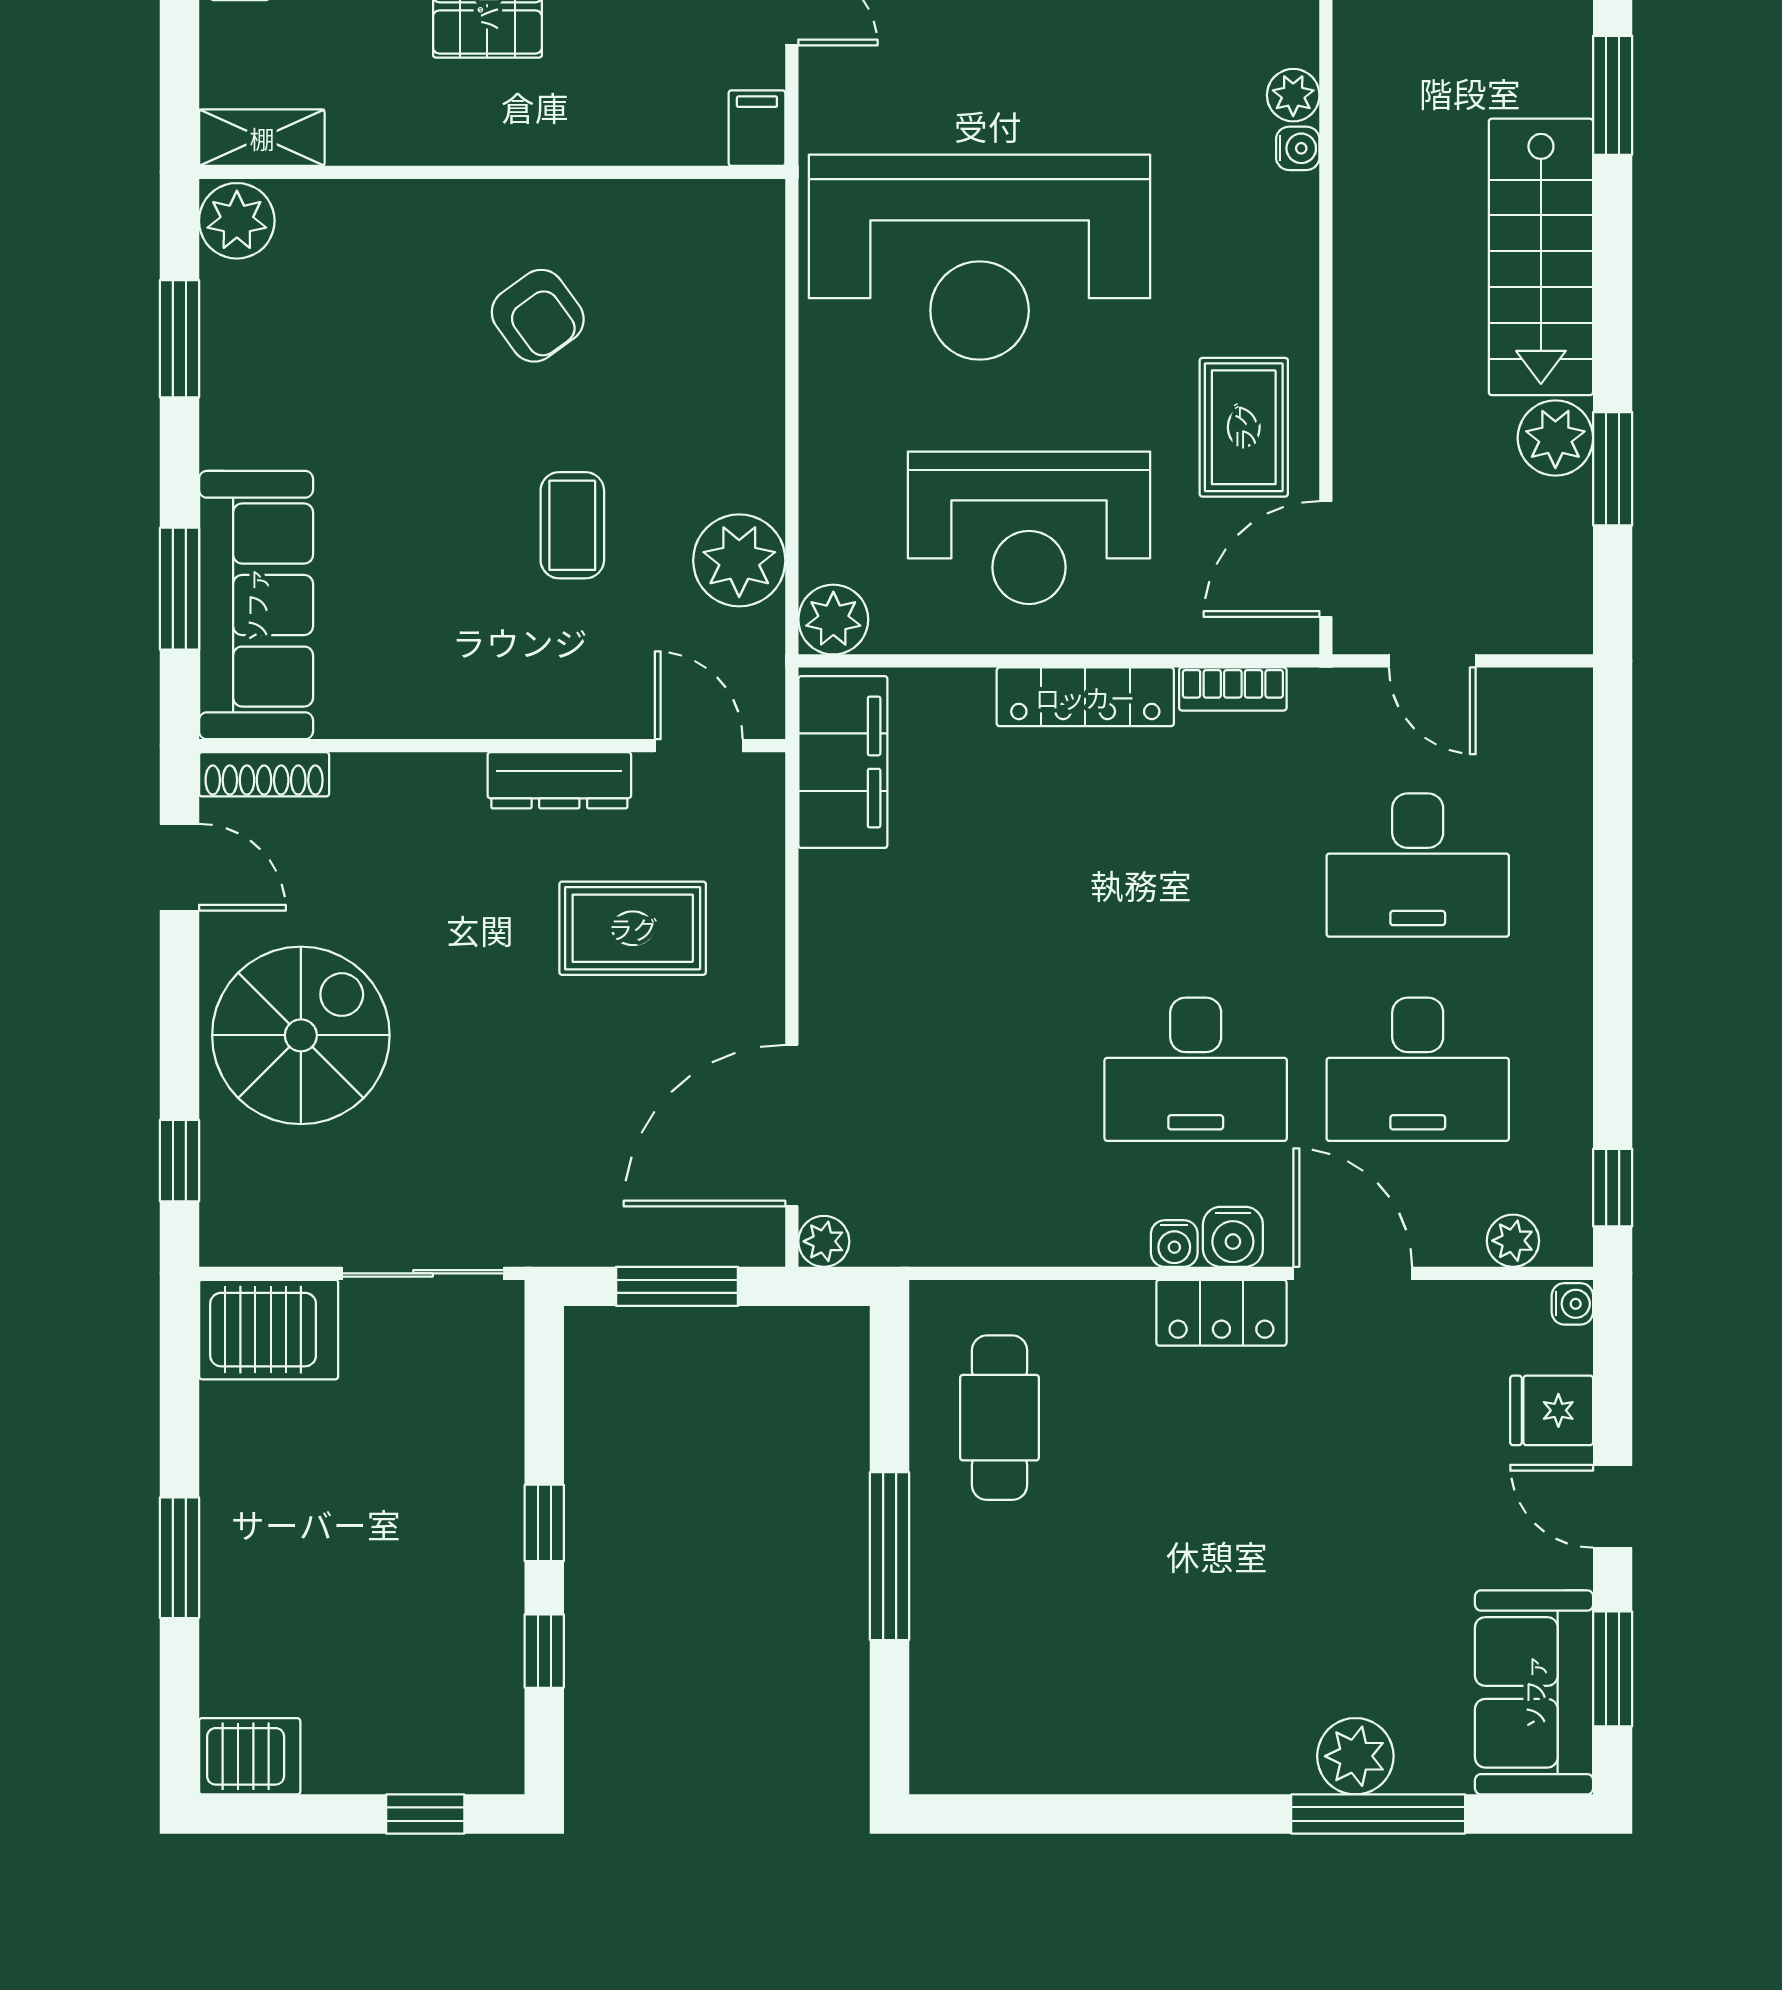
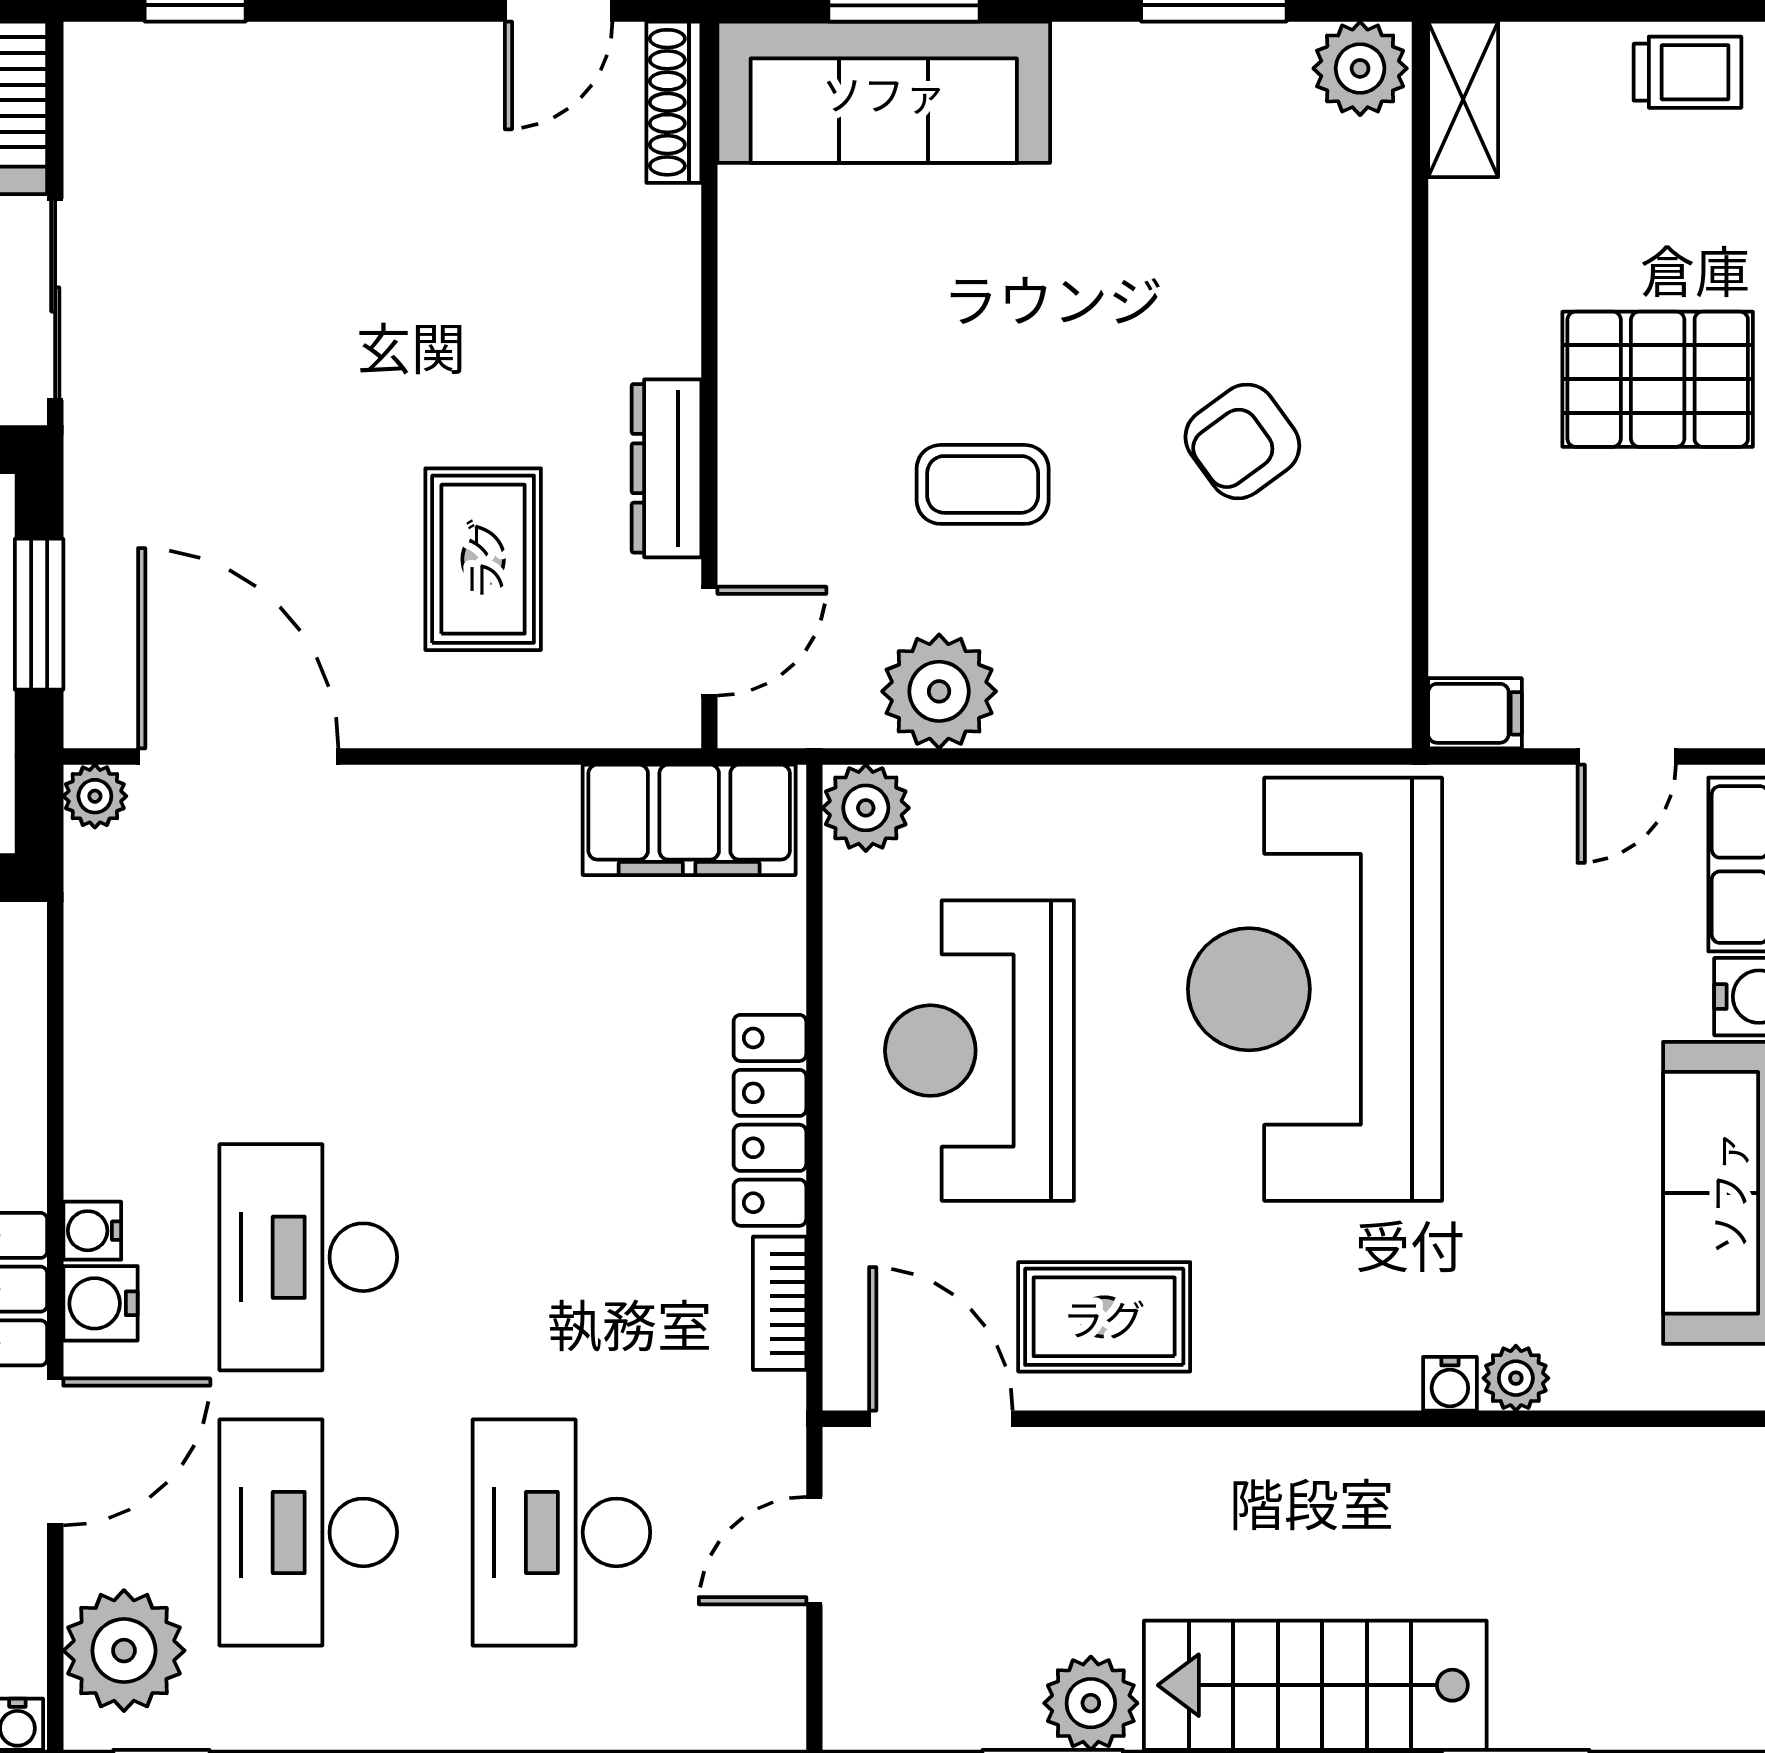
spiral stairs: (301, 1035) -> (350, 148), removed
plant: (1513, 1241) -> (124, 1651), width x1.87, depth x1.87

